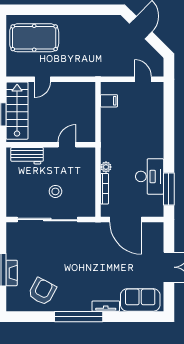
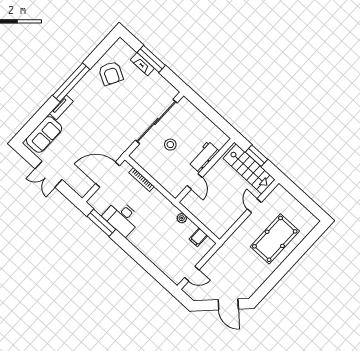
pool table: (34, 38) -> (275, 239), moved
workbench: (27, 156) -> (204, 157), moved
plant: (106, 167) -> (182, 218), moved

